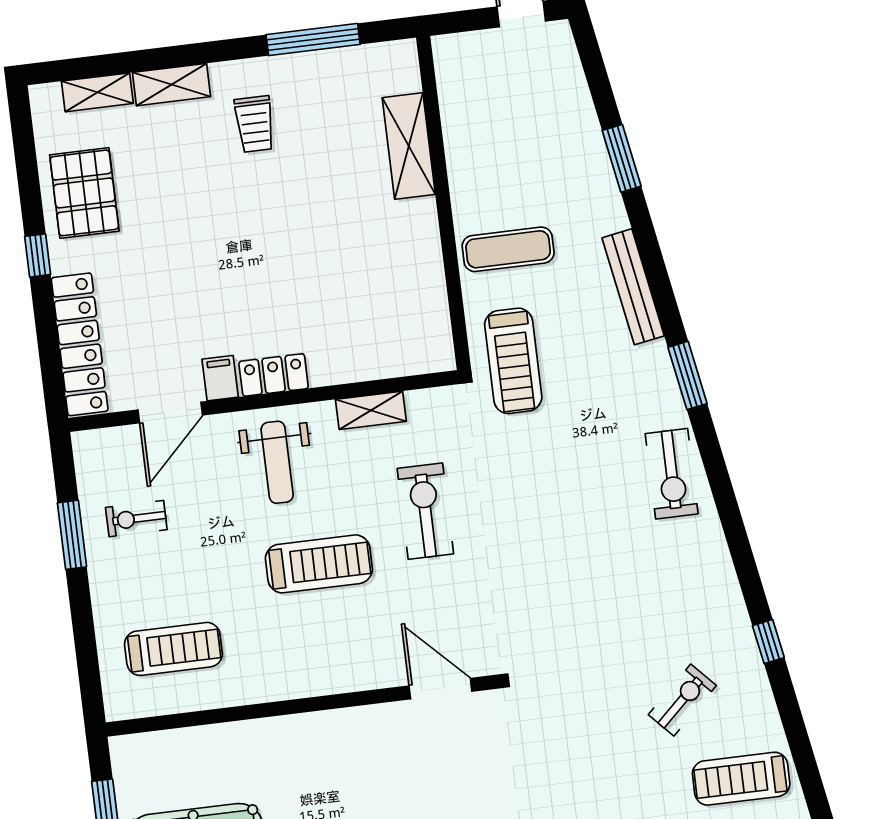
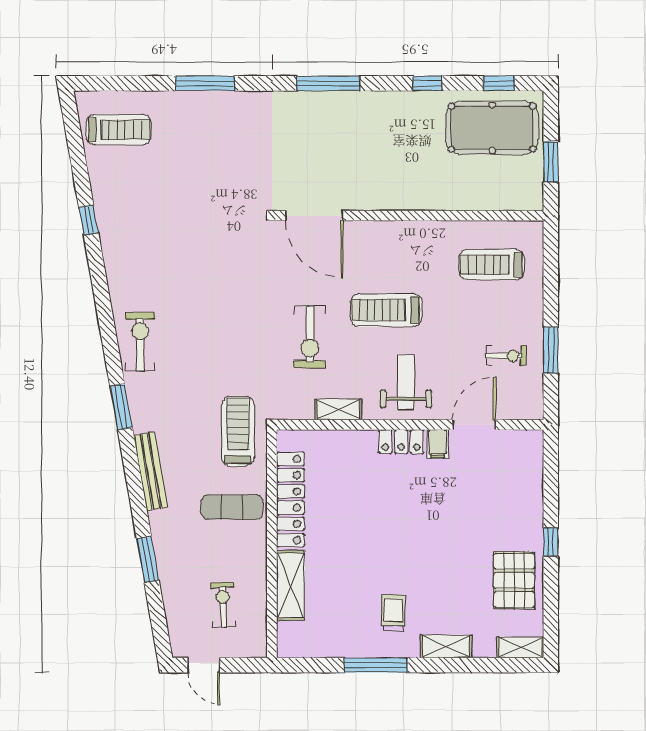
window: (313, 40) -> (376, 665), moved
shelving: (97, 92) -> (520, 647), moved
locker: (80, 344) -> (291, 500), moved, turned 180
door: (440, 689) -> (314, 216), width x1.36
exercise bike: (682, 700) -> (223, 605), moved, turned 130

